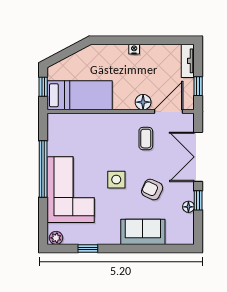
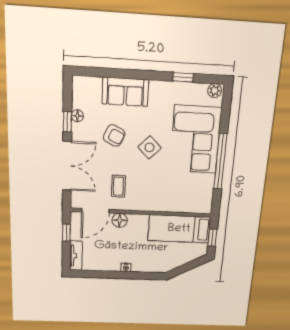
side table: (116, 180) -> (150, 147), turned 45

